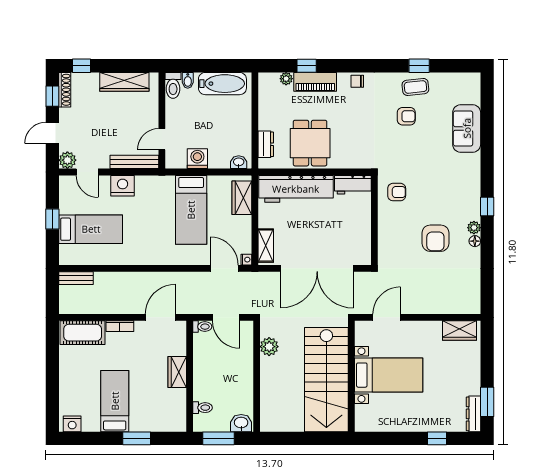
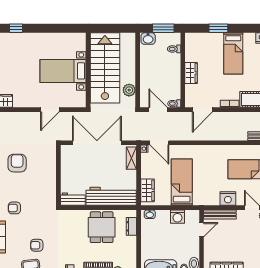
armchair: (397, 192) -> (14, 208), moved
bed with nightstands: (389, 375) -> (63, 71), moved
wall: (351, 376) -> (88, 70), moved
stairs: (326, 380) -> (105, 68), moved

